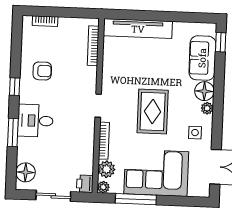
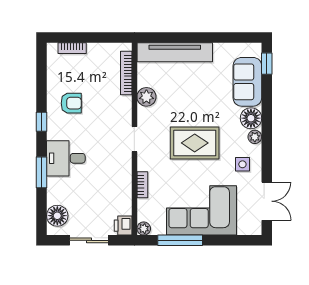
rug: (153, 111) -> (195, 143), turned 90
bookcase: (104, 141) -> (142, 185), width x0.64
plant: (107, 169) -> (146, 97), moved

